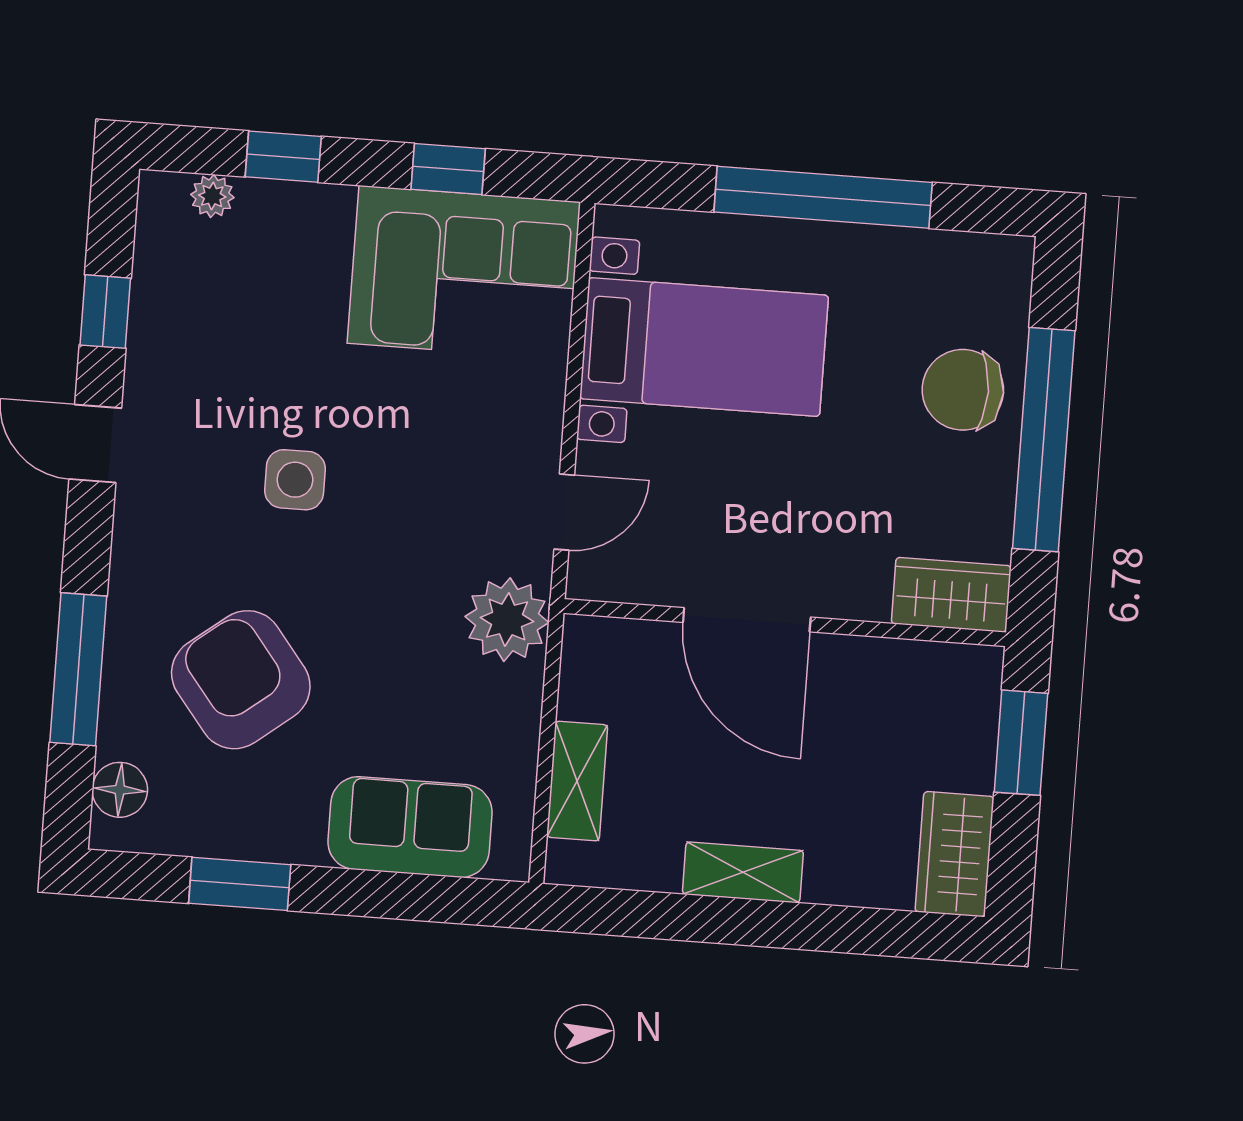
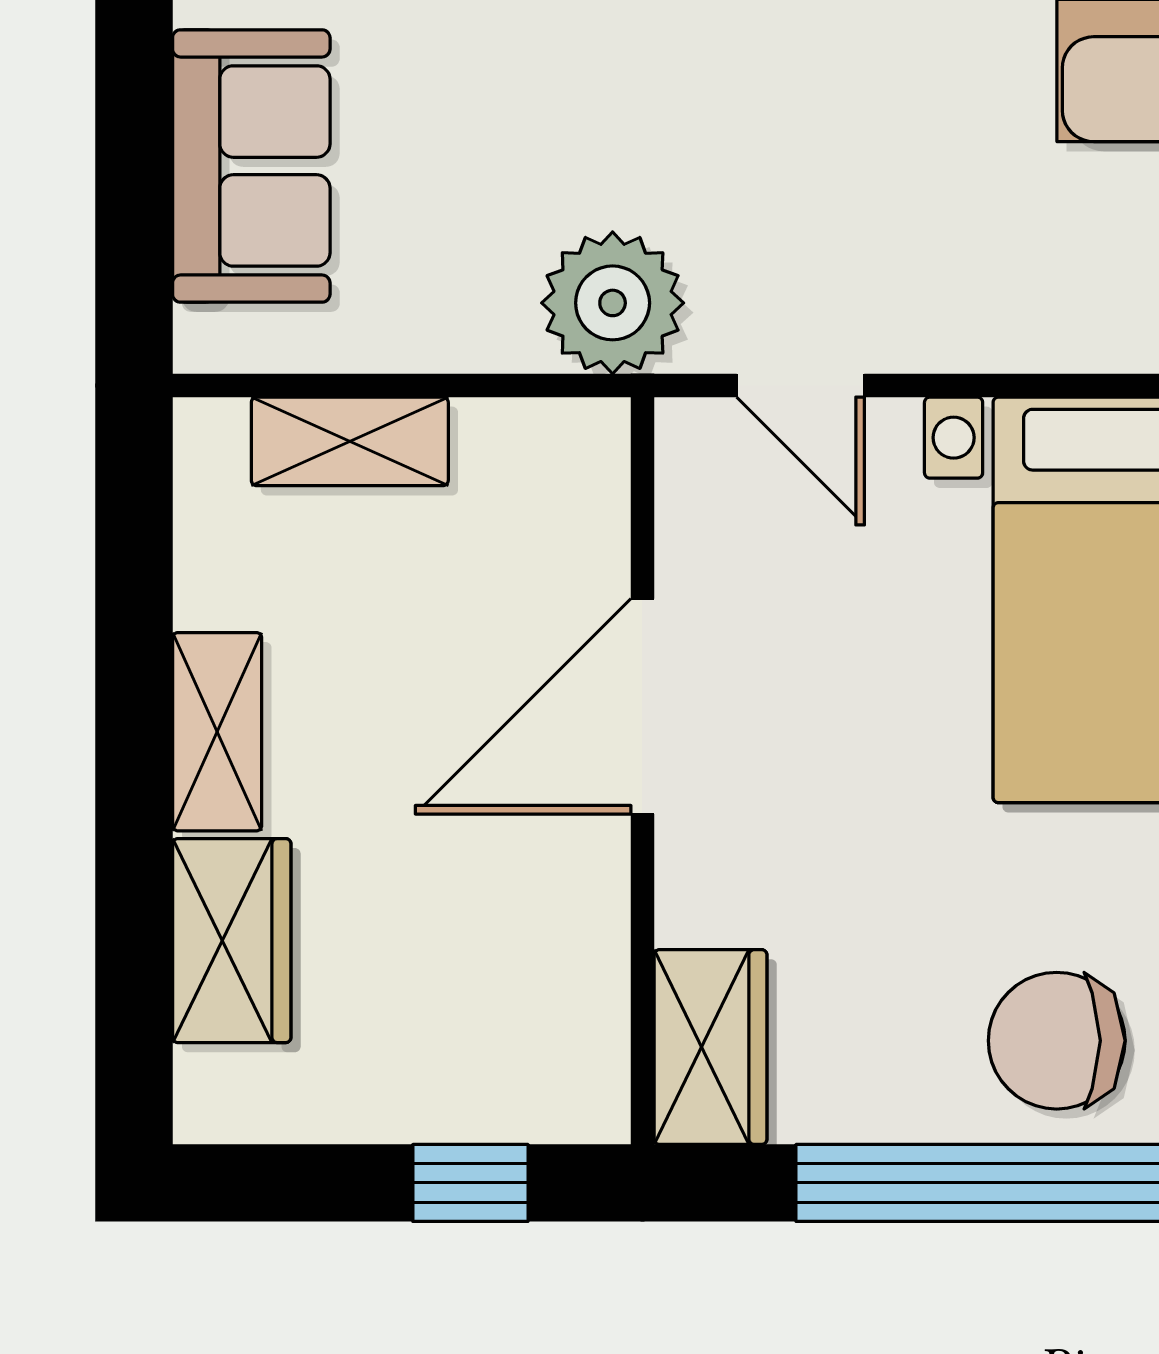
chair: (963, 390) -> (1057, 1041), turned -90
window: (1021, 743) -> (470, 1183), width x0.67
wardrobe: (954, 854) -> (232, 941), moved, turned 90

